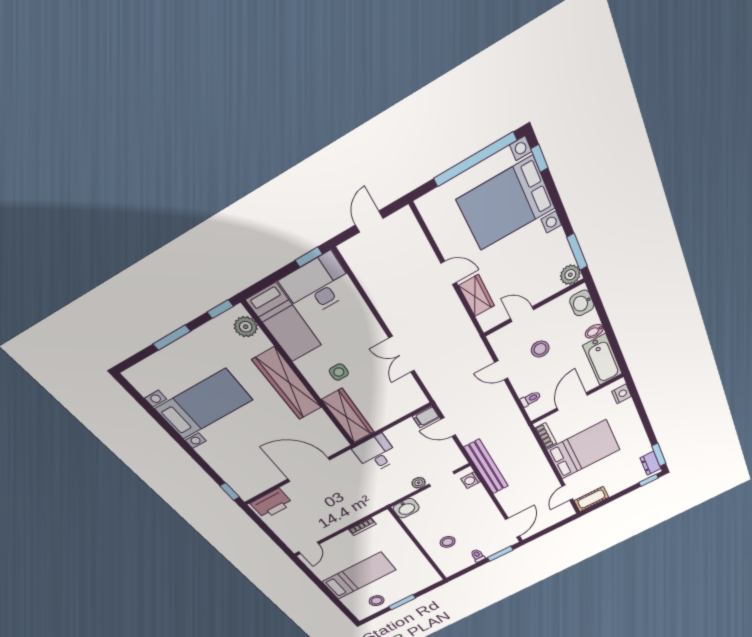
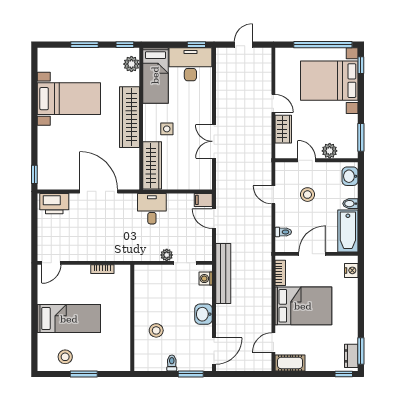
plant: (570, 275) -> (330, 151), moved
washbasin: (406, 508) -> (204, 314), moved, turned 90

